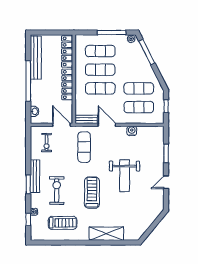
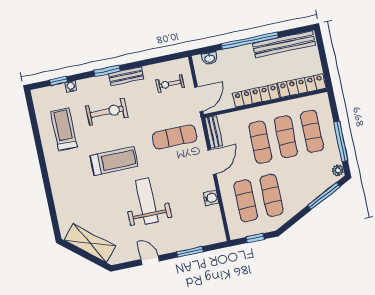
bench: (35, 176) -> (126, 76), width x0.73
weight bench: (125, 176) -> (147, 201), turned 90
treadmill: (63, 223) -> (64, 129), turned 180
shelving: (106, 234) -> (90, 243), moved, turned -50

